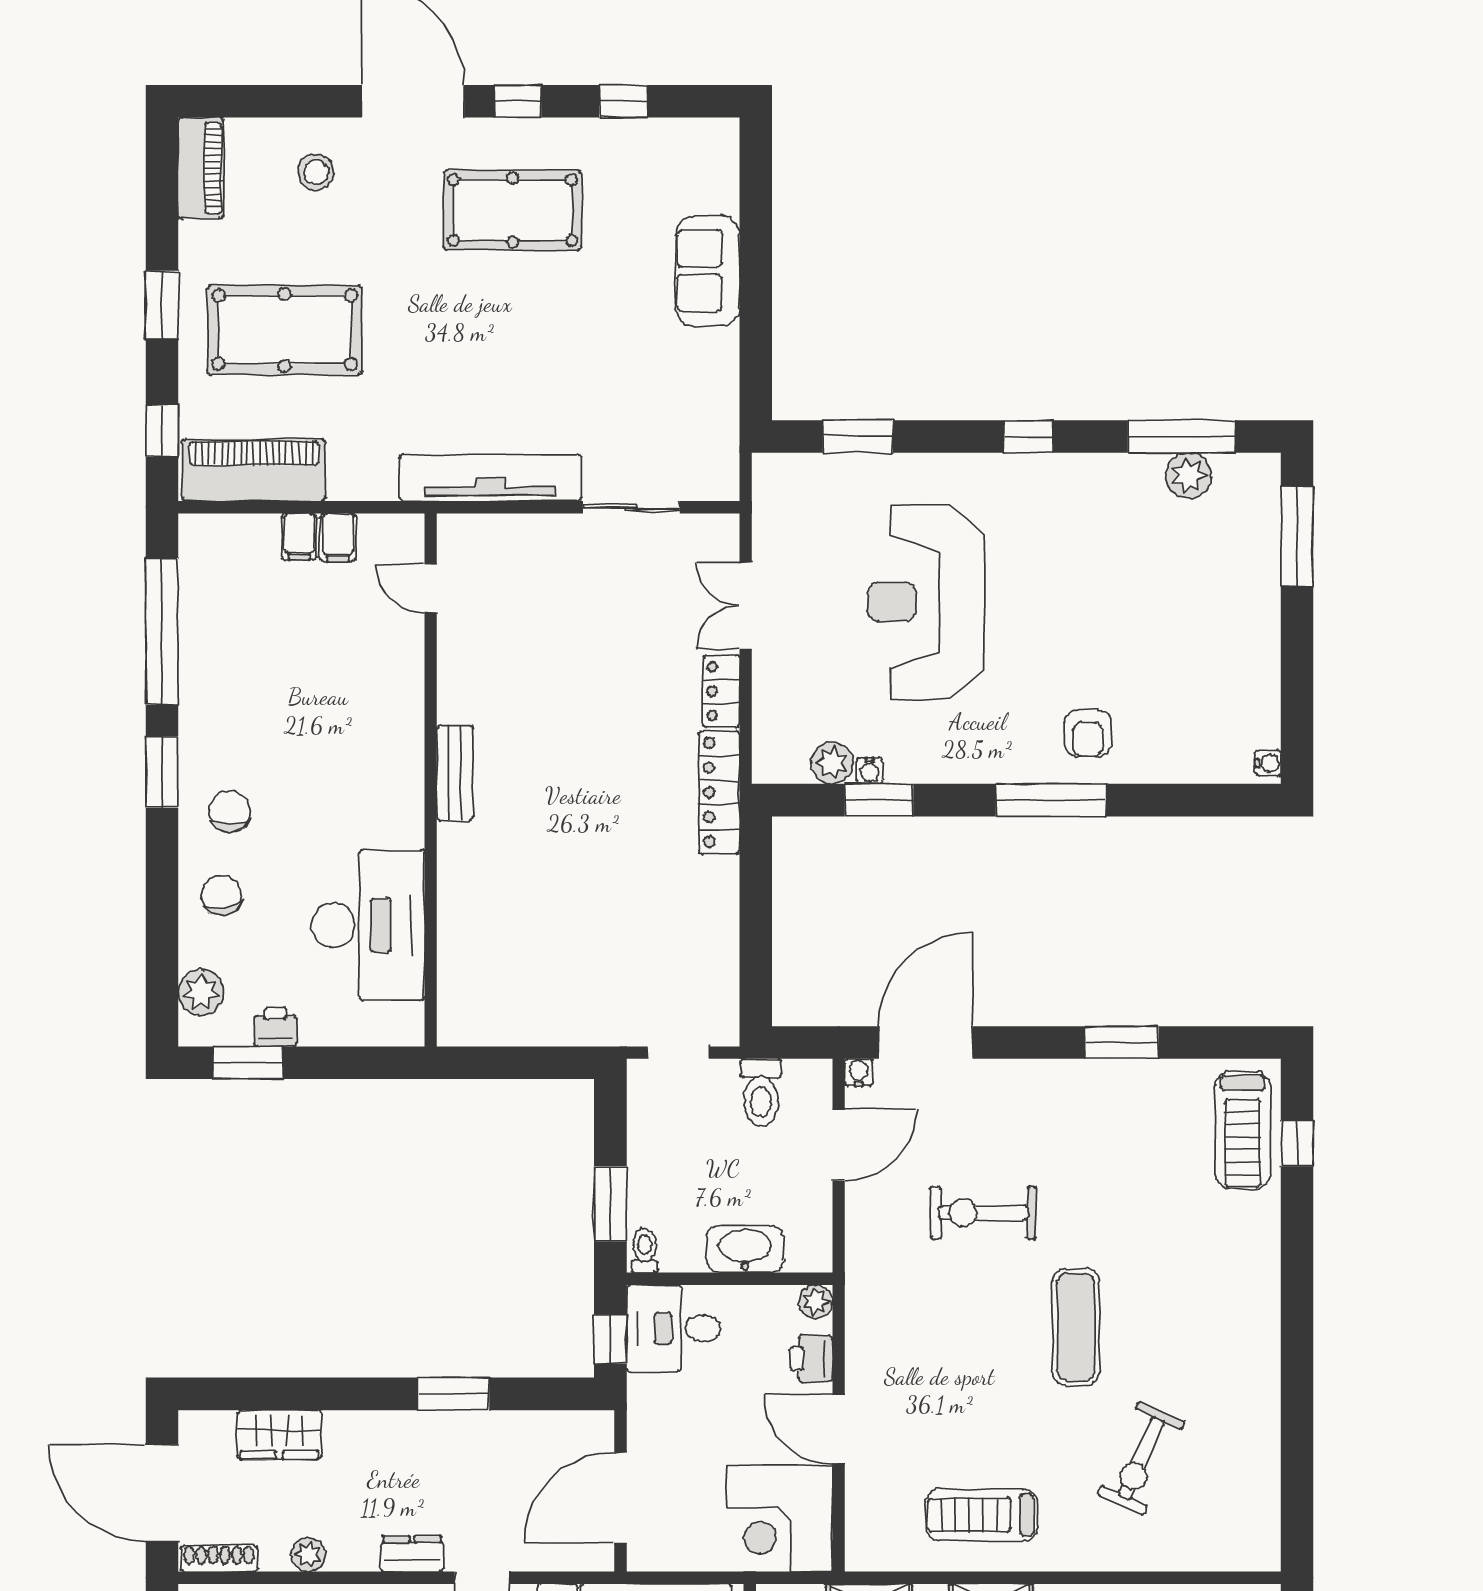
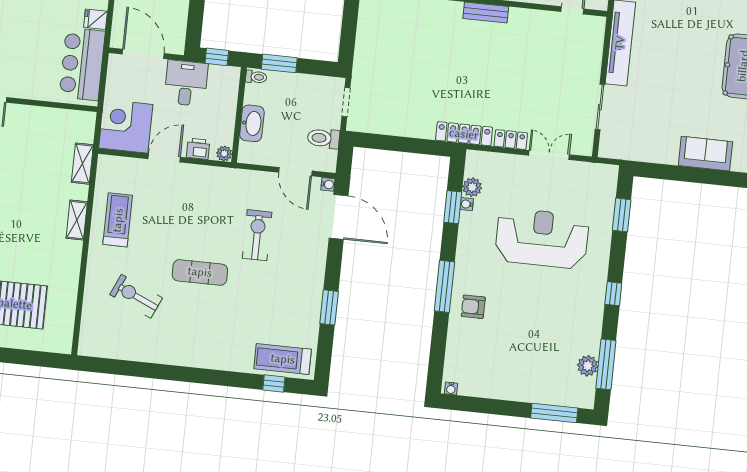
desk: (673, 1328) -> (186, 83), moved

